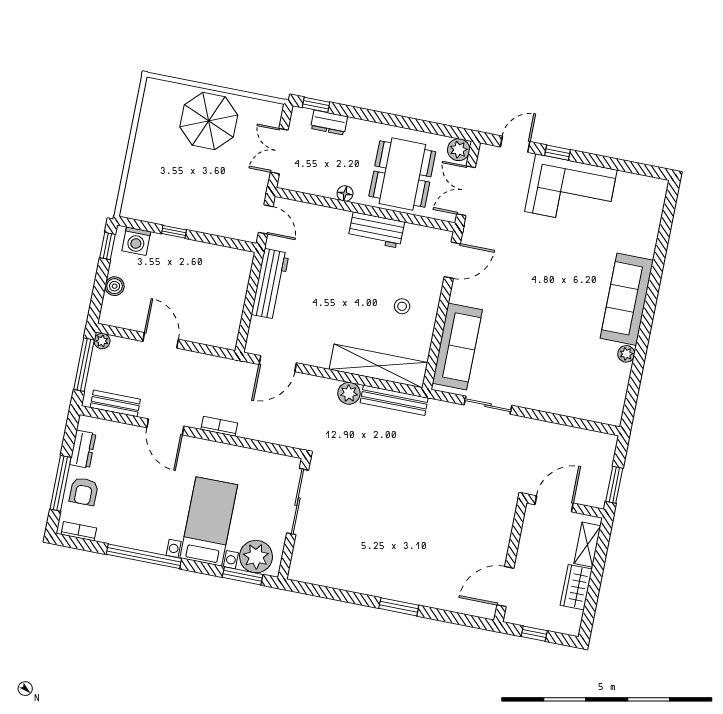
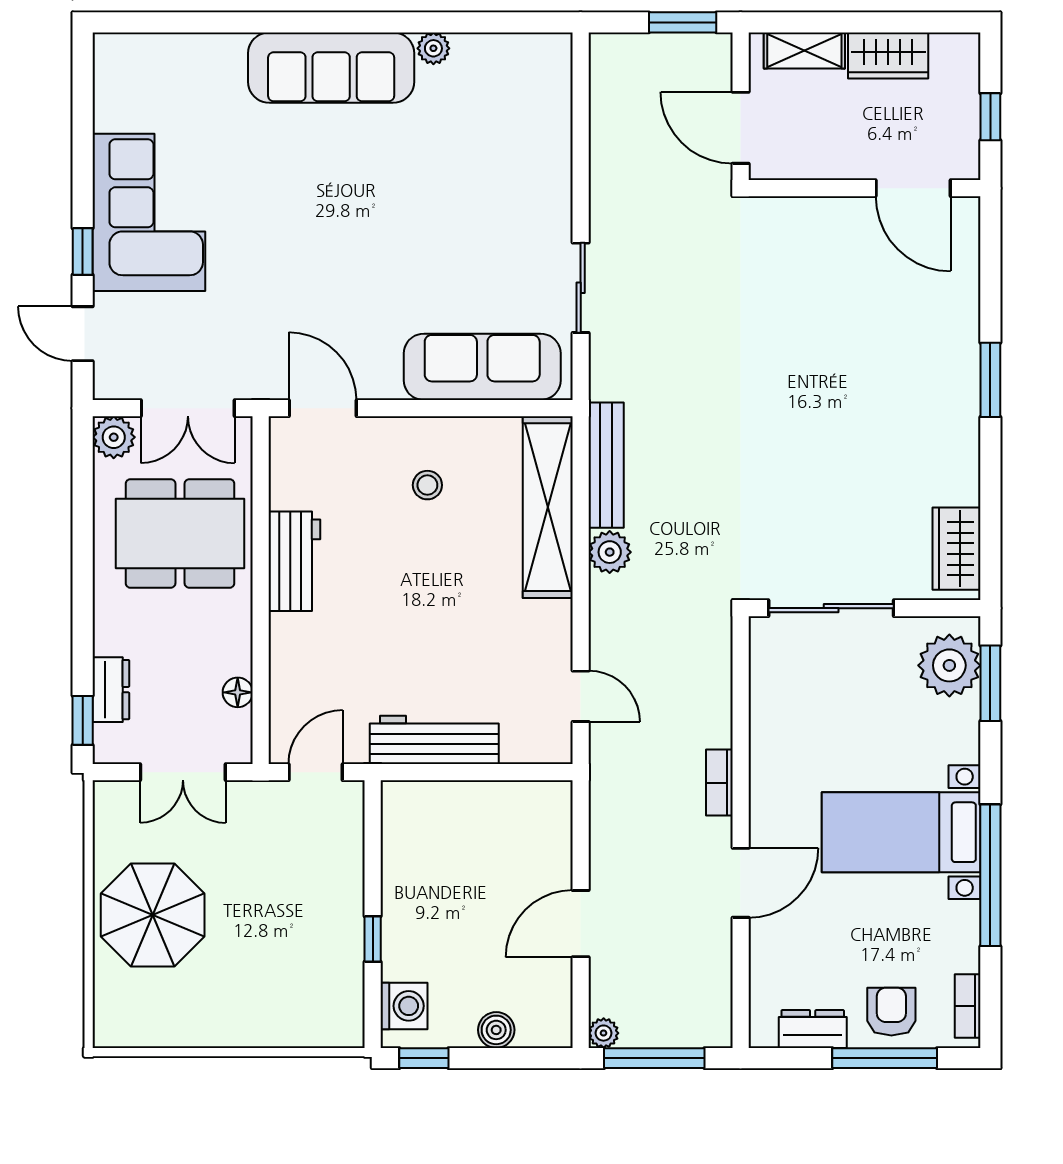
floor lamp: (345, 193) -> (238, 692), moved
door: (278, 364) -> (581, 696), width x0.73
bench: (115, 403) -> (715, 985), removed
armchair: (84, 491) -> (891, 1012), turned -90
bed with nightstands: (209, 521) -> (901, 832), moved
wardrobe: (315, 572) -> (957, 549), added

